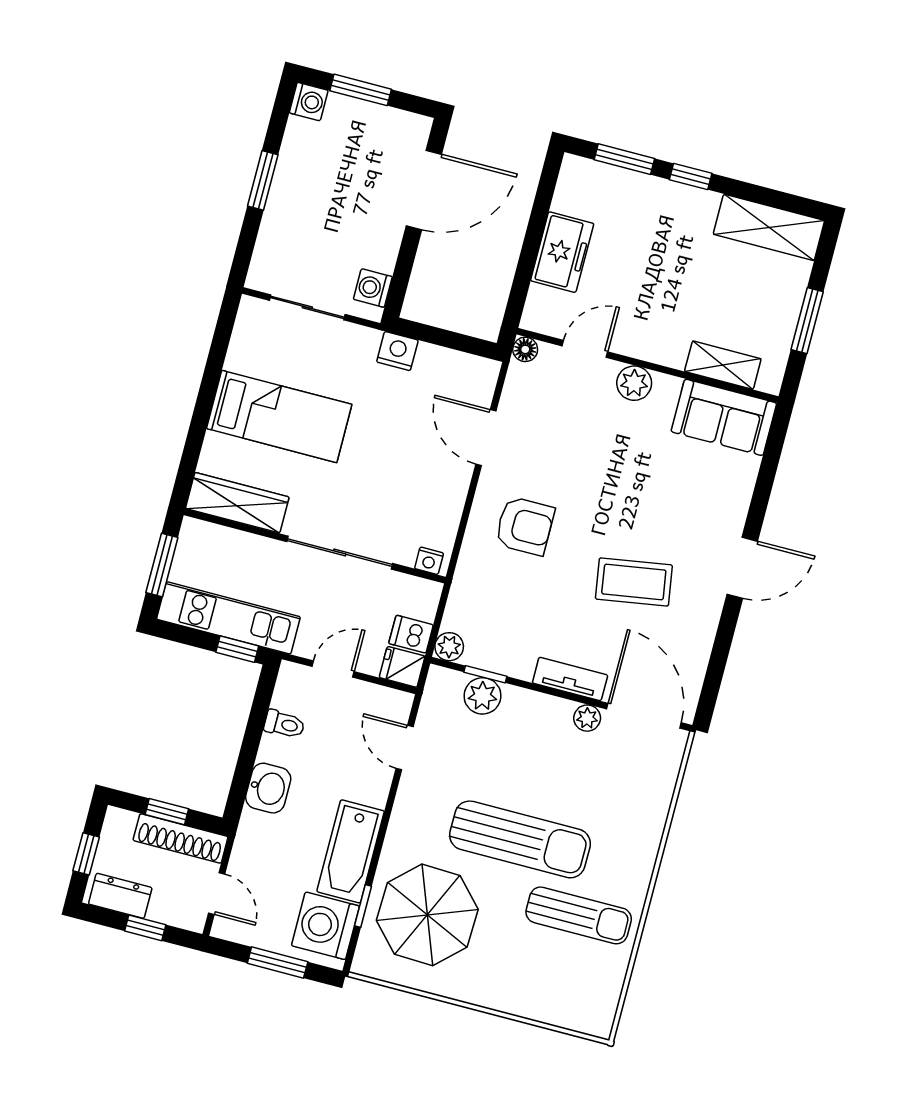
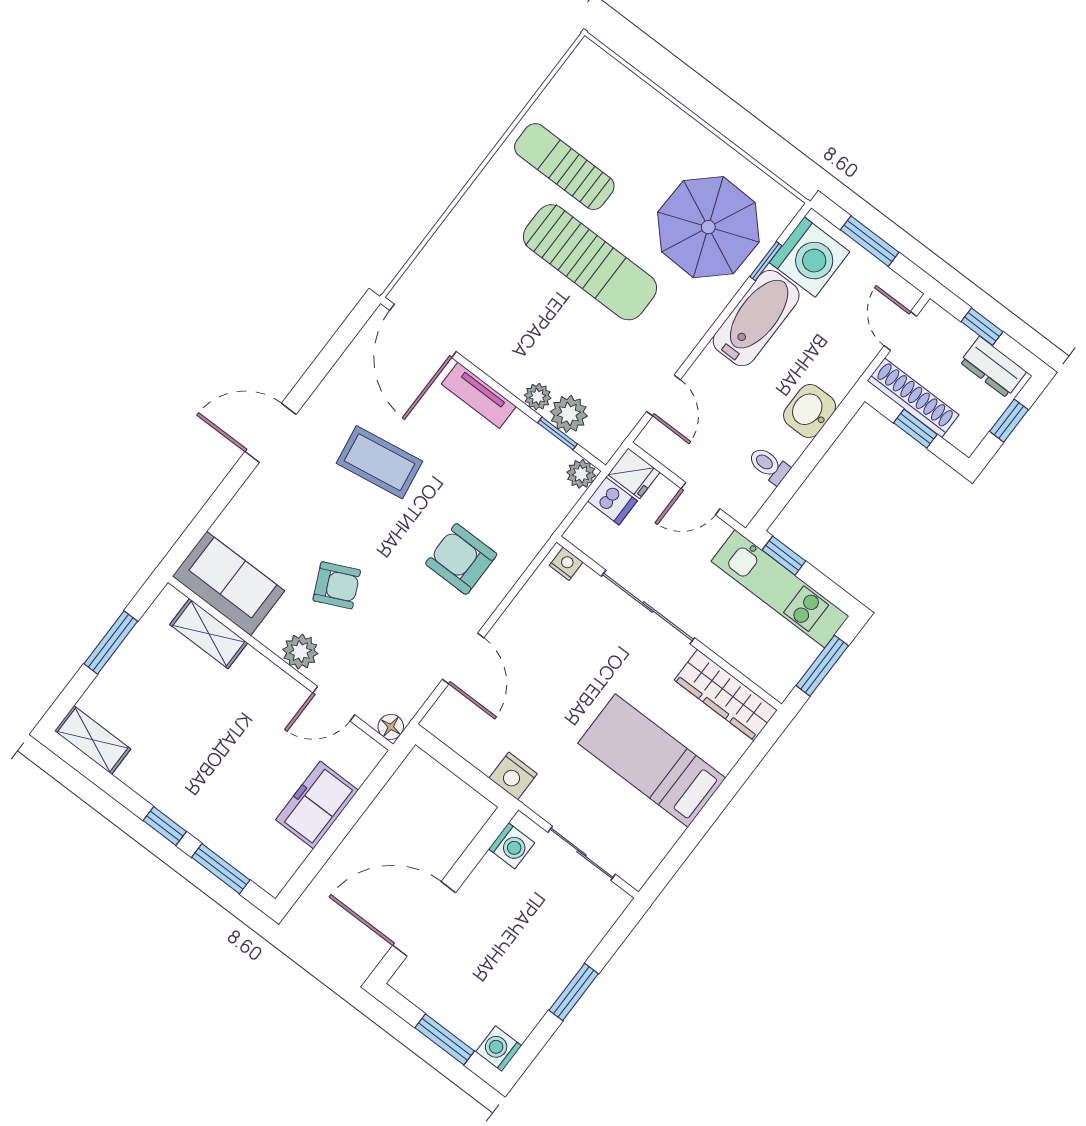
shelving: (769, 227) -> (93, 740), width x0.67, depth x0.75
armchair: (626, 456) -> (337, 585), added
plant: (587, 718) -> (538, 397), moved
sun lounger: (520, 839) -> (590, 262), turned 180

